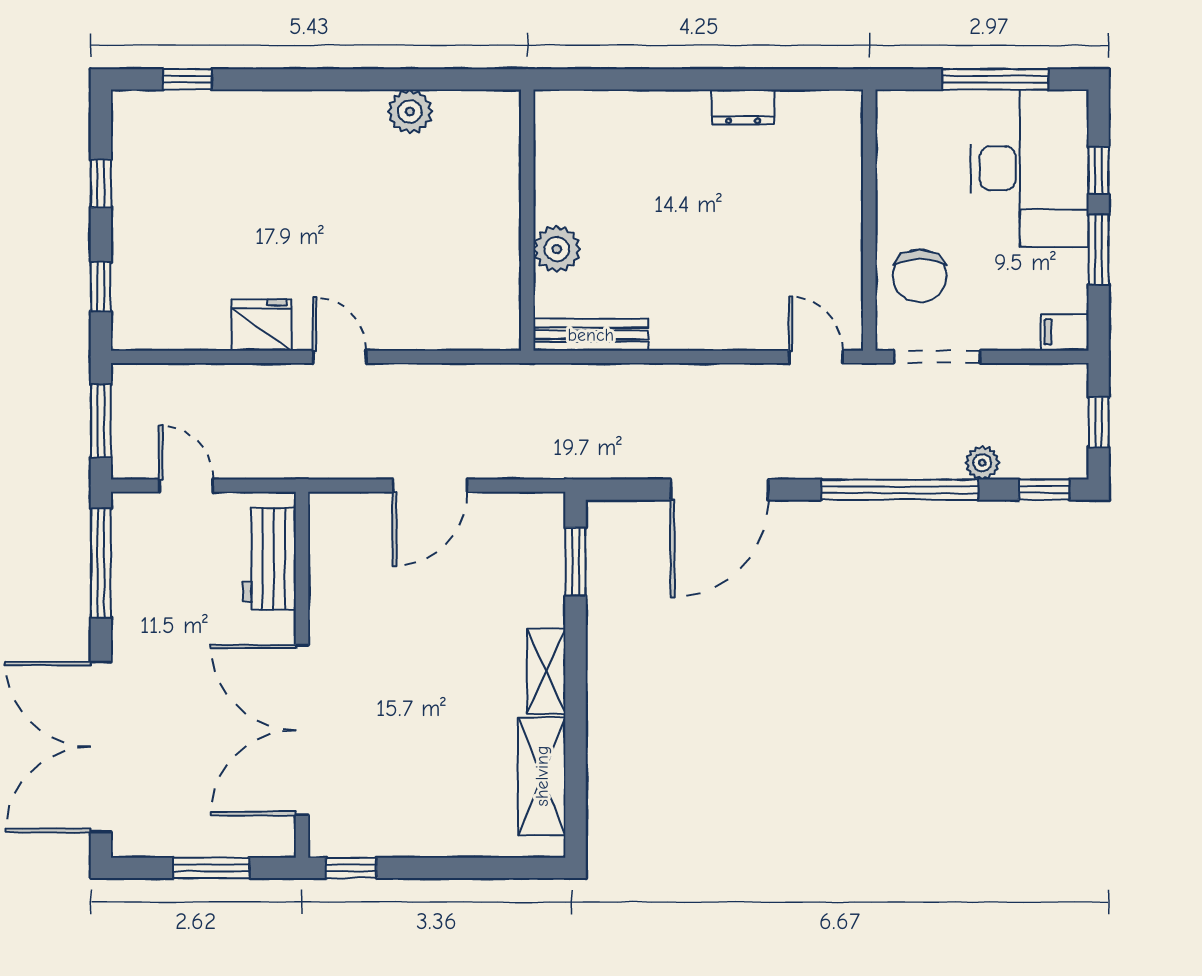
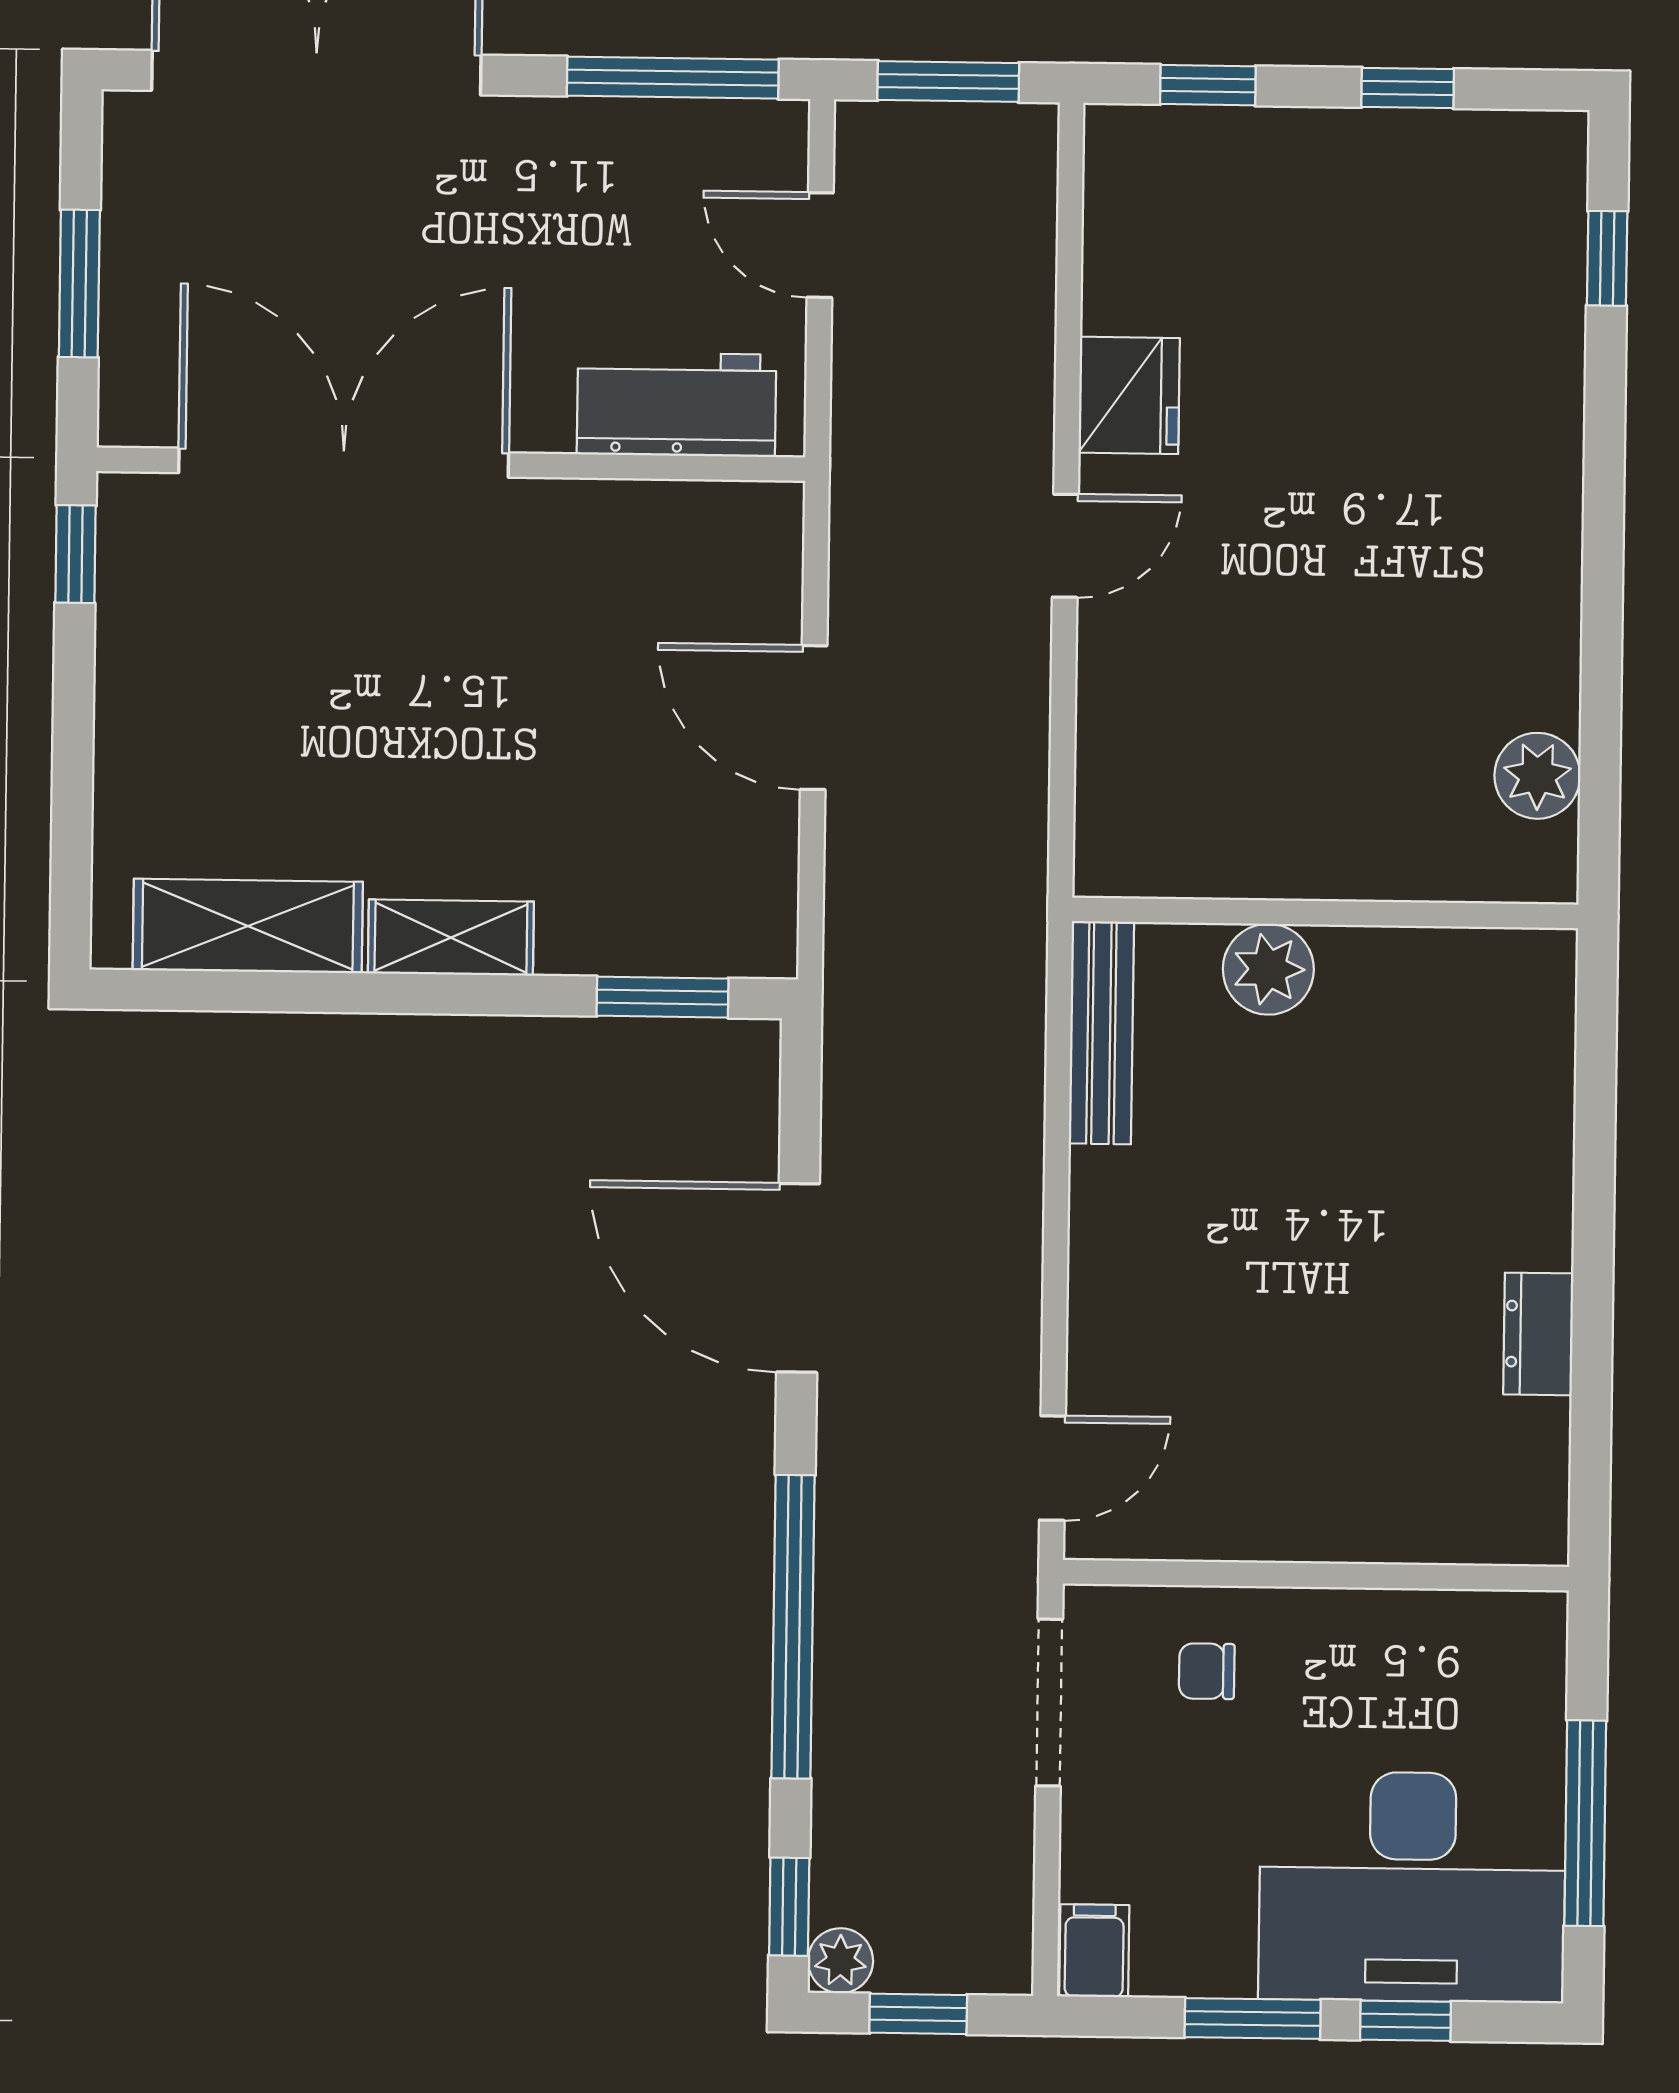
plant: (410, 112) -> (1537, 776), moved
chair: (920, 276) -> (1207, 1671), width x0.54, depth x0.54
plant: (982, 463) -> (840, 1961), moved
door: (186, 486) -> (820, 245), swing flipped

